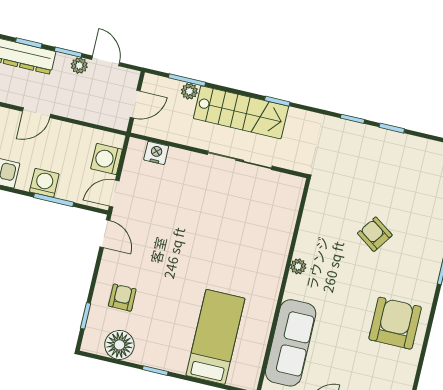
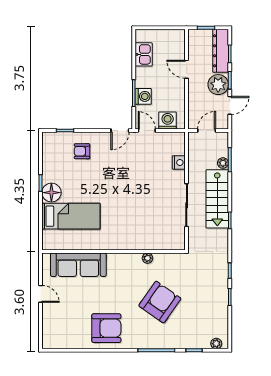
plant: (79, 65) -> (218, 85), width x1.87, depth x1.87
door: (135, 104) -> (207, 131), swing flipped
nightstand: (156, 153) -> (179, 162), moved
washing machine: (44, 183) -> (143, 96), moved
armchair: (375, 234) -> (160, 302), width x1.88, depth x1.88
plant: (298, 266) -> (147, 258), moved
armchair: (122, 298) -> (82, 151), turned 180
floor lamp: (119, 345) -> (51, 193), moved

